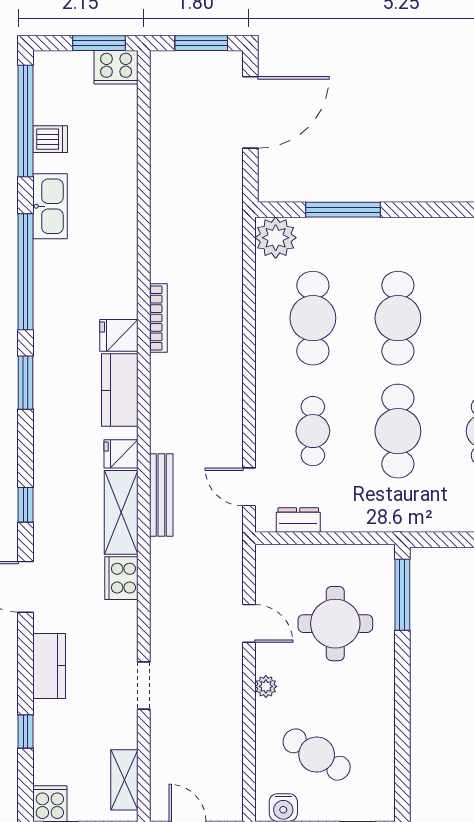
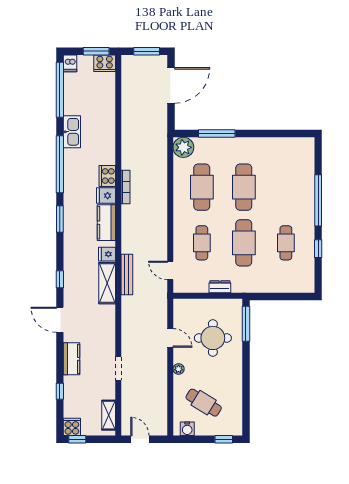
dishwasher: (50, 139) -> (70, 63), moved, turned 90
dresser: (298, 520) -> (220, 287), moved
cooker: (121, 578) -> (107, 176), moved

